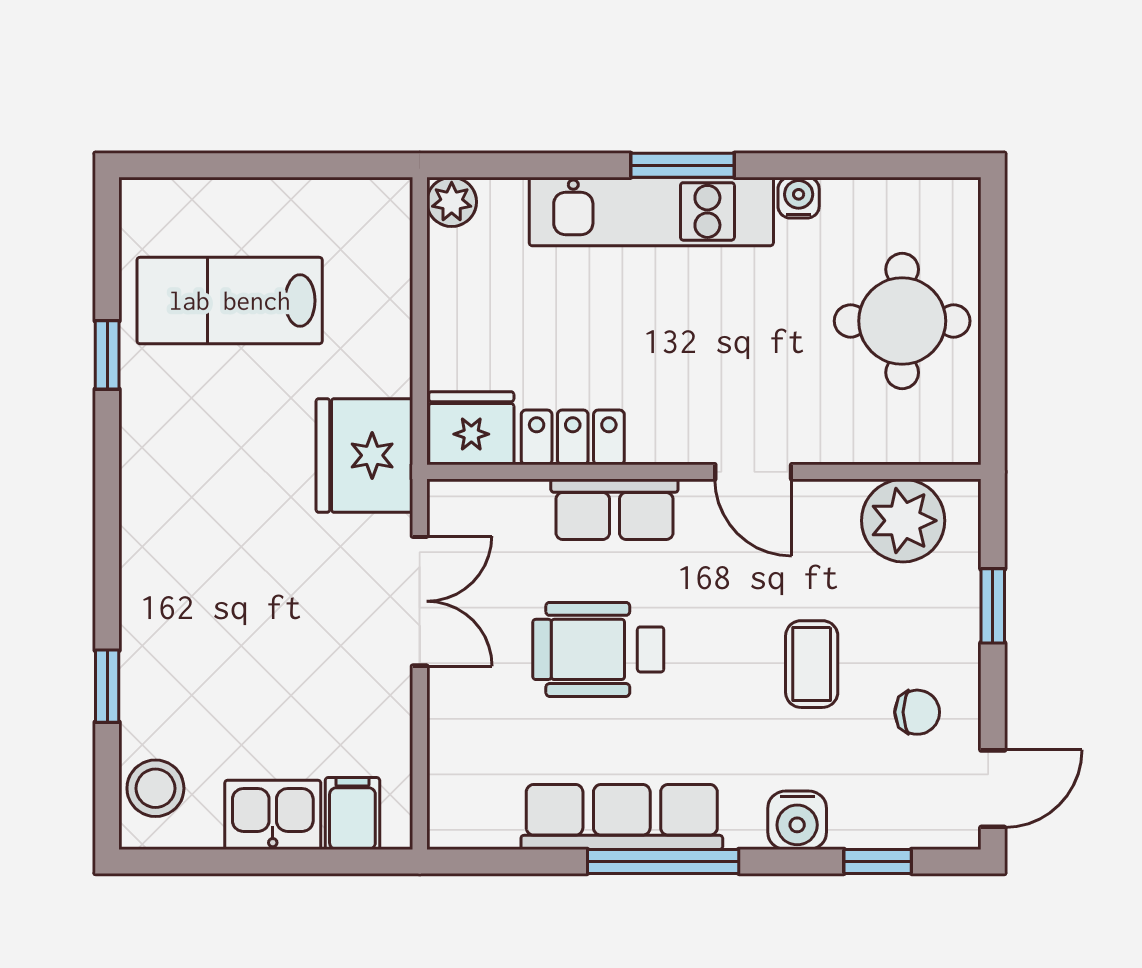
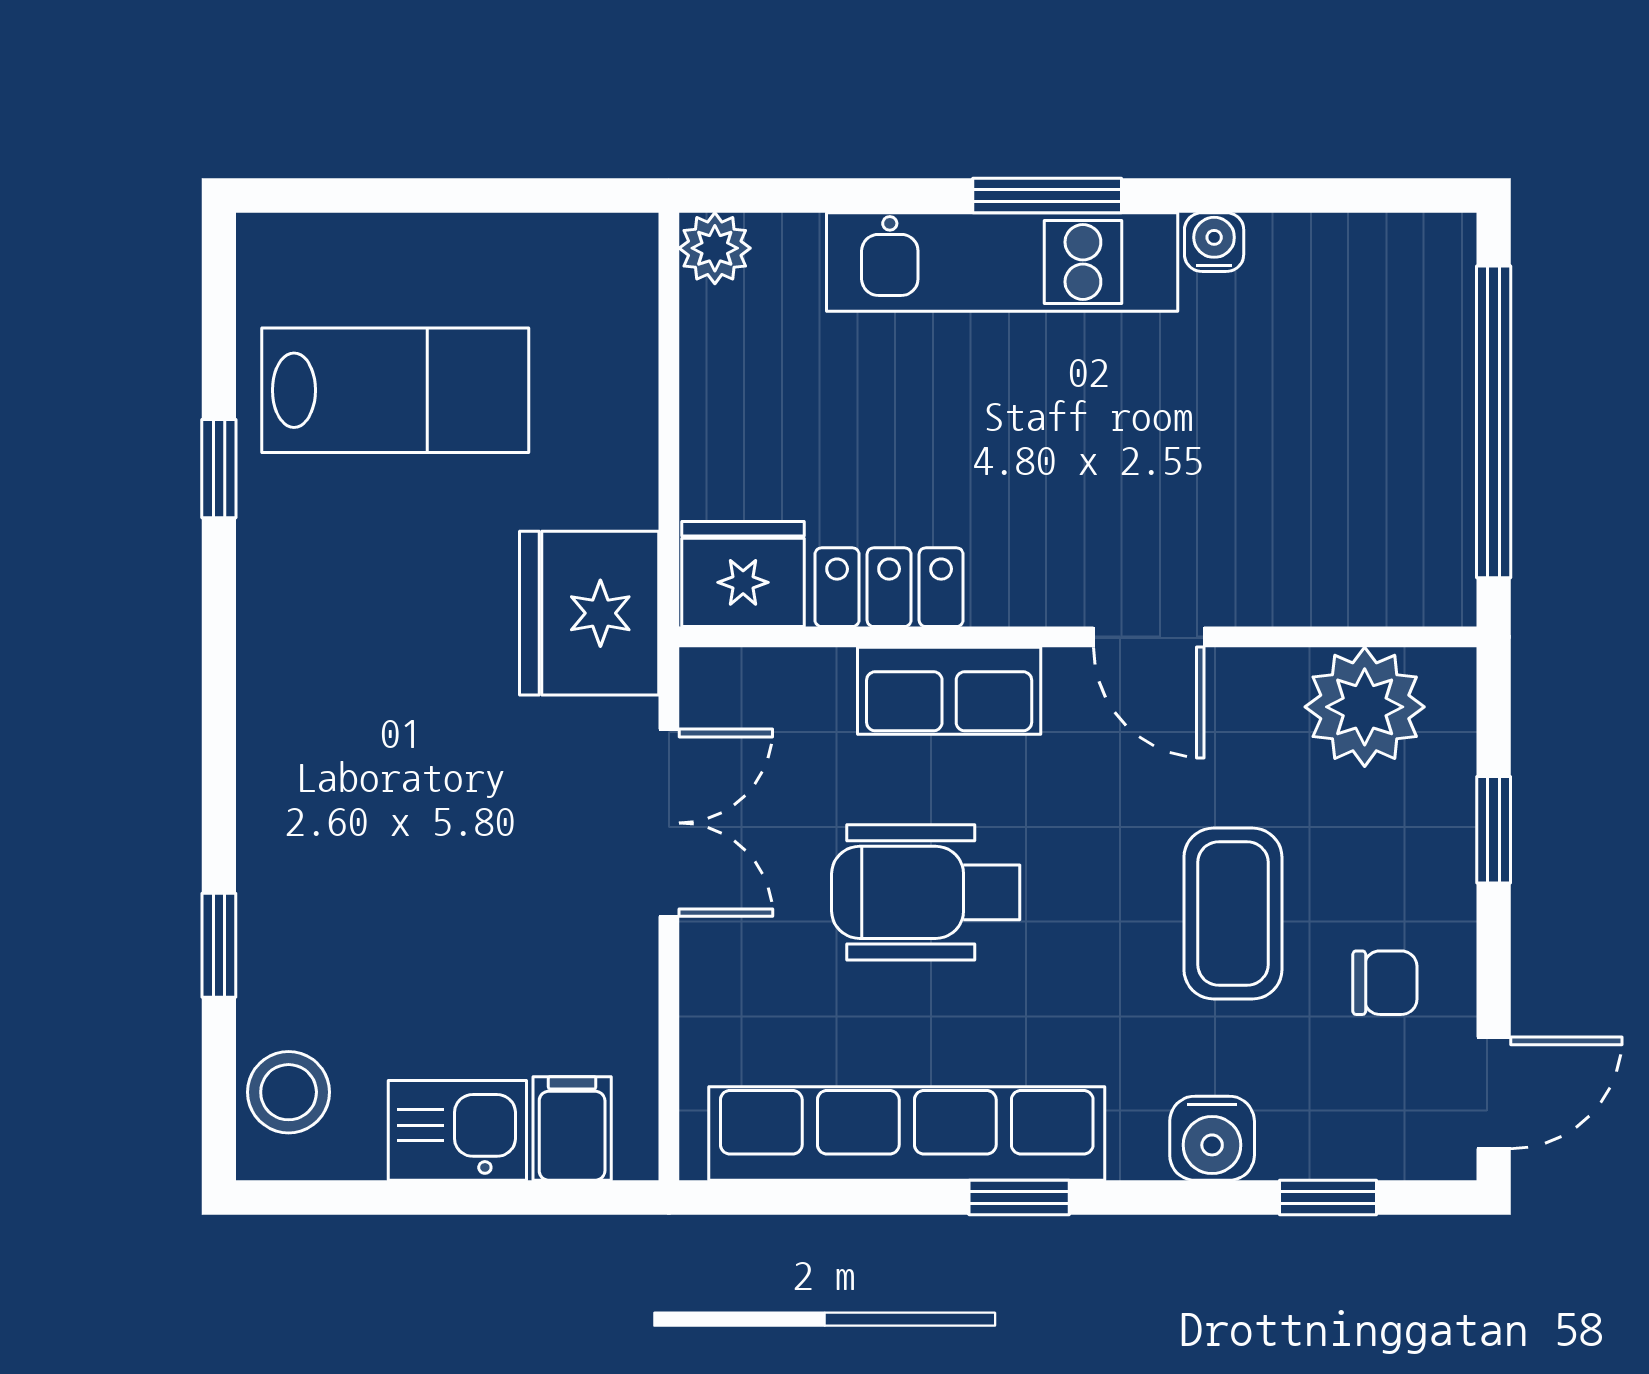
lab bench: (230, 301) -> (395, 390), turned 180
round table: (902, 321) -> (1363, 420), removed
window: (993, 322) -> (1494, 422), added
coffee table: (812, 664) -> (1233, 913), width x1.36, depth x1.30
row of seats: (622, 817) -> (907, 1134), width x1.36
window: (663, 861) -> (1019, 1197), width x0.46

